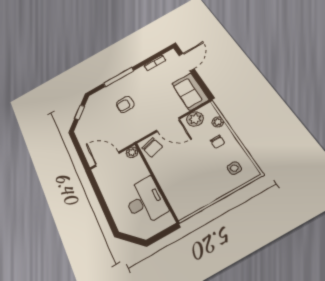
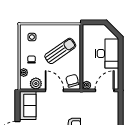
door: (107, 159) -> (105, 90), swing flipped
sun lounger: (187, 173) -> (60, 51), added
desk: (145, 201) -> (107, 54), moved, turned 180

